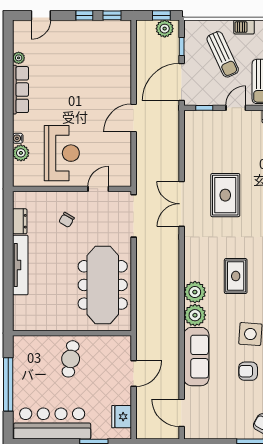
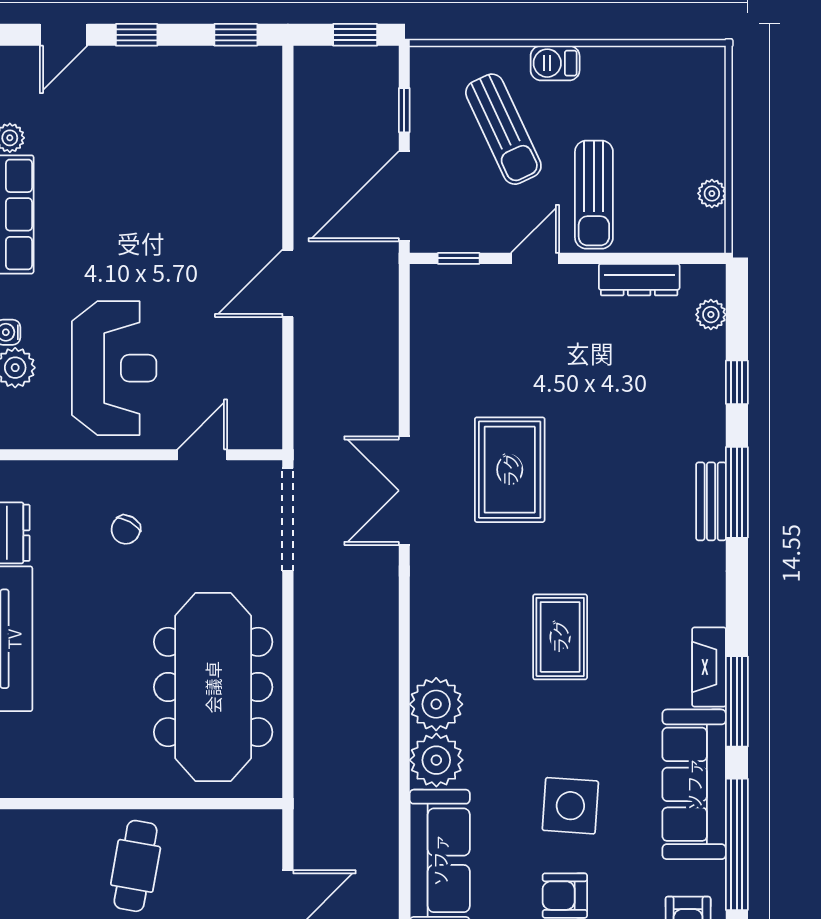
window: (84, 15) -> (137, 35), moved
plant: (165, 29) -> (363, 67), removed
rug: (236, 276) -> (560, 637), moved

